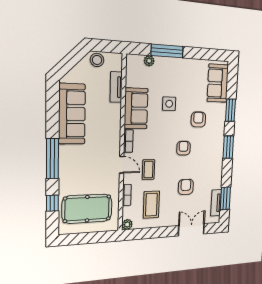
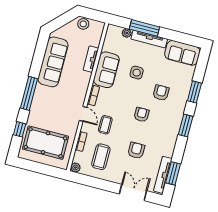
tv unit: (175, 63) -> (149, 39), added
sofa: (218, 83) -> (182, 53), moved, turned -90
tv unit: (116, 87) -> (91, 59), moved
tv unit: (216, 203) -> (163, 175), width x1.41

